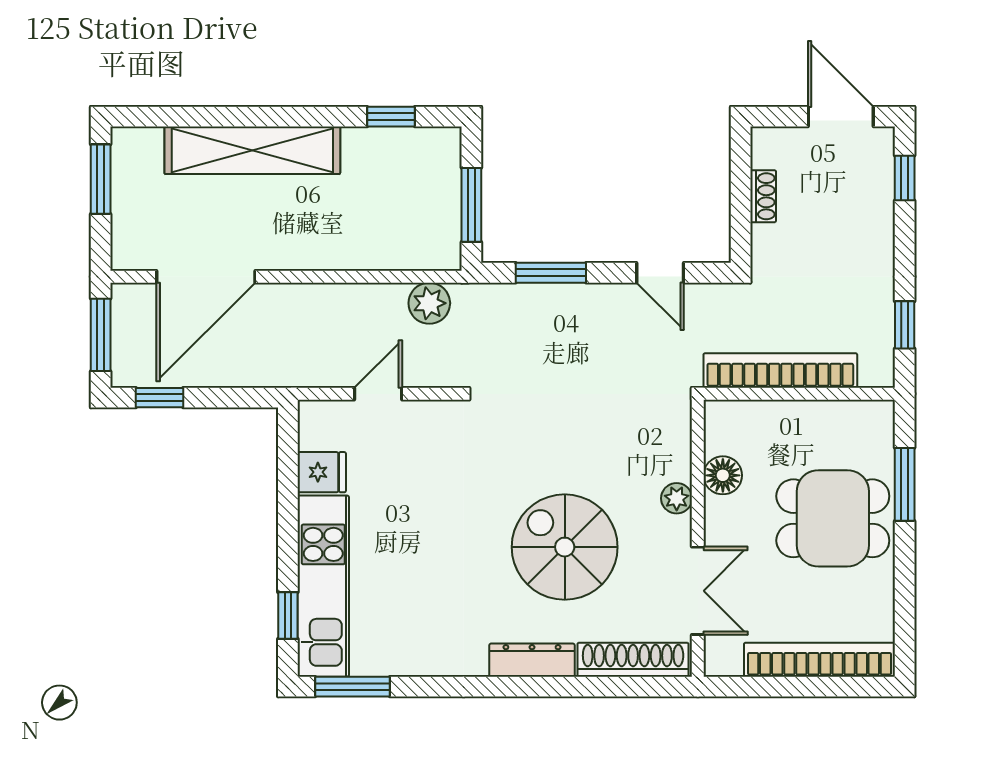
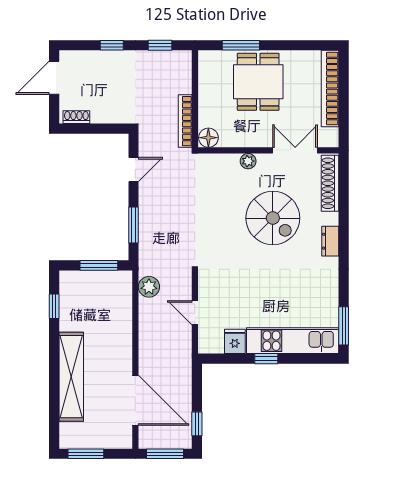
window: (905, 178) -> (112, 45), moved
shoe rack: (763, 196) -> (76, 117), moved
bookcase: (780, 370) -> (185, 121), width x0.68, depth x0.76
floor lamp: (723, 475) -> (208, 138), moved
spiral stairs: (565, 547) -> (273, 218), turned -90
window: (288, 615) -> (266, 359), moved
dresser: (532, 660) -> (330, 241), width x0.70

